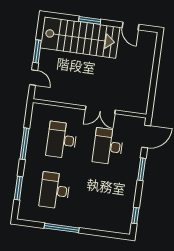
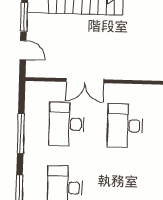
double door: (100, 110) -> (85, 81), moved

